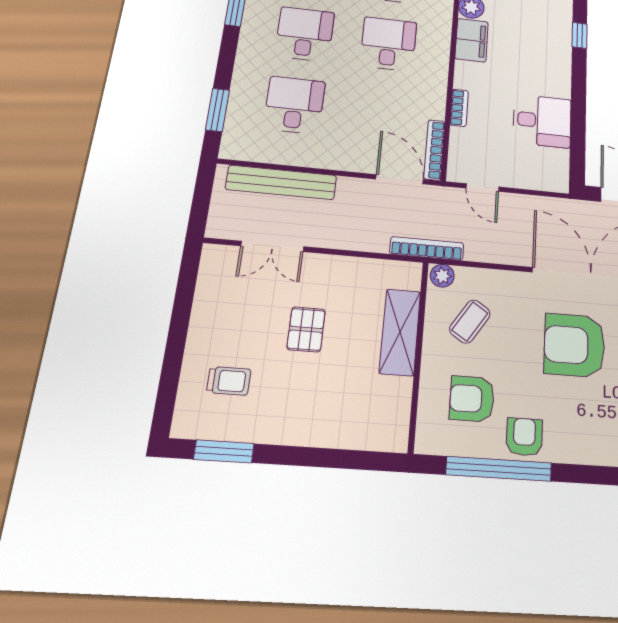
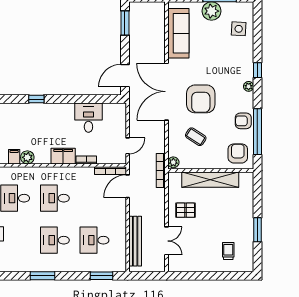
filing cabinet: (472, 40) -> (63, 156), moved
coffee table: (470, 322) -> (196, 137), moved
pallet: (306, 329) -> (185, 210), moved
shelving: (400, 332) -> (210, 180), width x1.47
armchair: (472, 399) -> (238, 153), moved, turned 180
window: (224, 451) -> (257, 230), moved
plant: (600, 454) -> (249, 86), added

